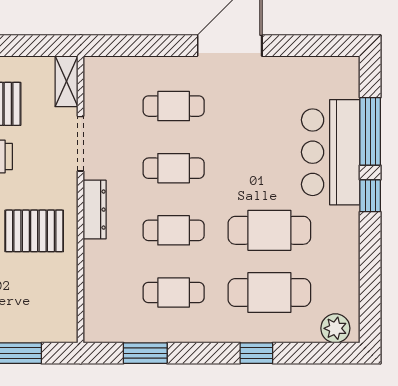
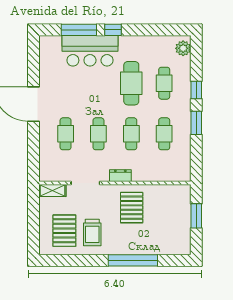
dresser: (95, 210) -> (120, 176), width x0.70
cafe table: (269, 293) -> (164, 83), width x0.73, depth x0.74
window: (145, 353) -> (196, 123), moved

